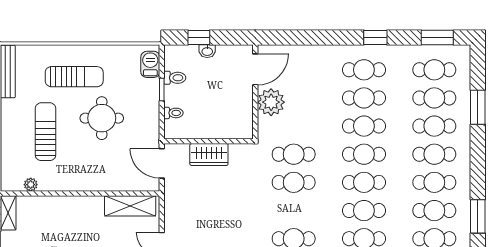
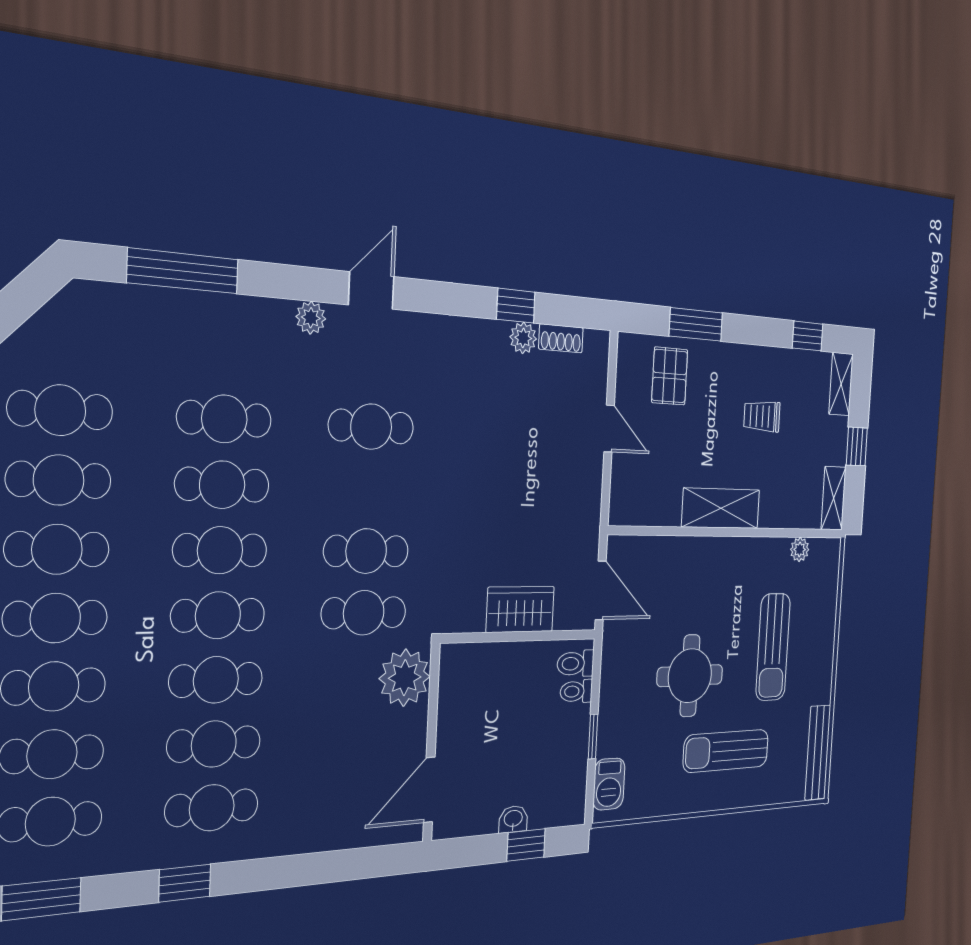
toilet: (175, 78) -> (575, 664), moved
plant: (271, 102) -> (405, 678), moved
shelving: (130, 206) -> (721, 508), moved

